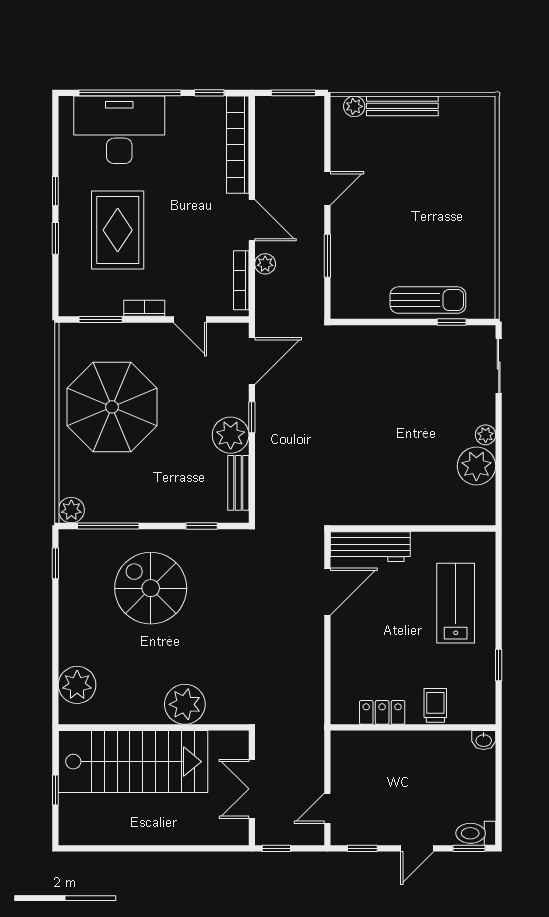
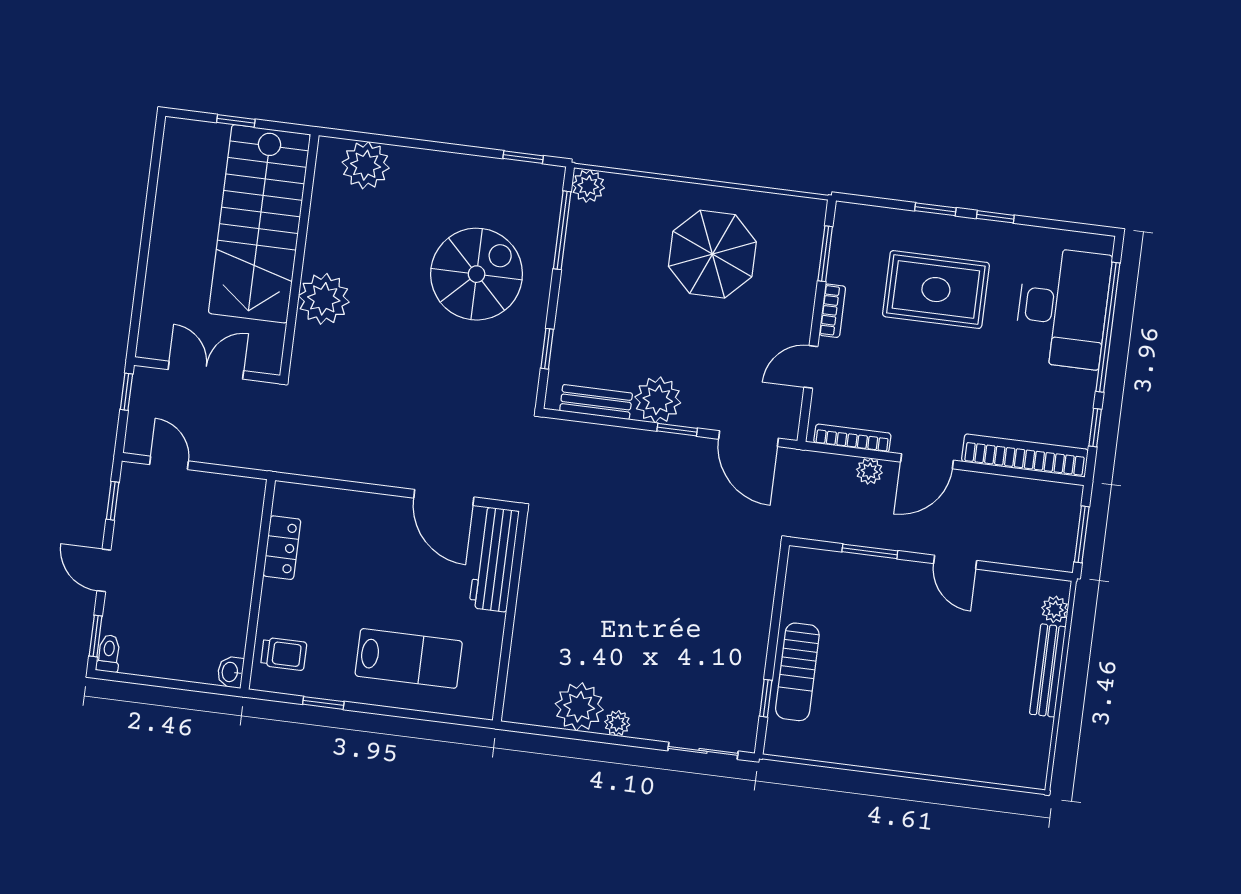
parasol: (112, 407) -> (712, 254), width x0.73, depth x0.73
trolley: (435, 705) -> (284, 654), moved
toilet: (476, 833) -> (109, 653), width x0.73, depth x0.72

